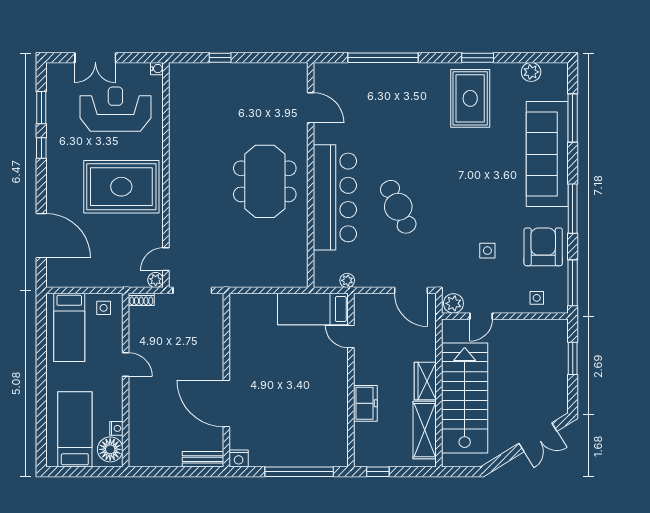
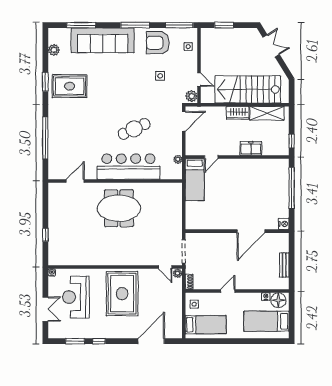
bench: (203, 459) -> (284, 265), moved

